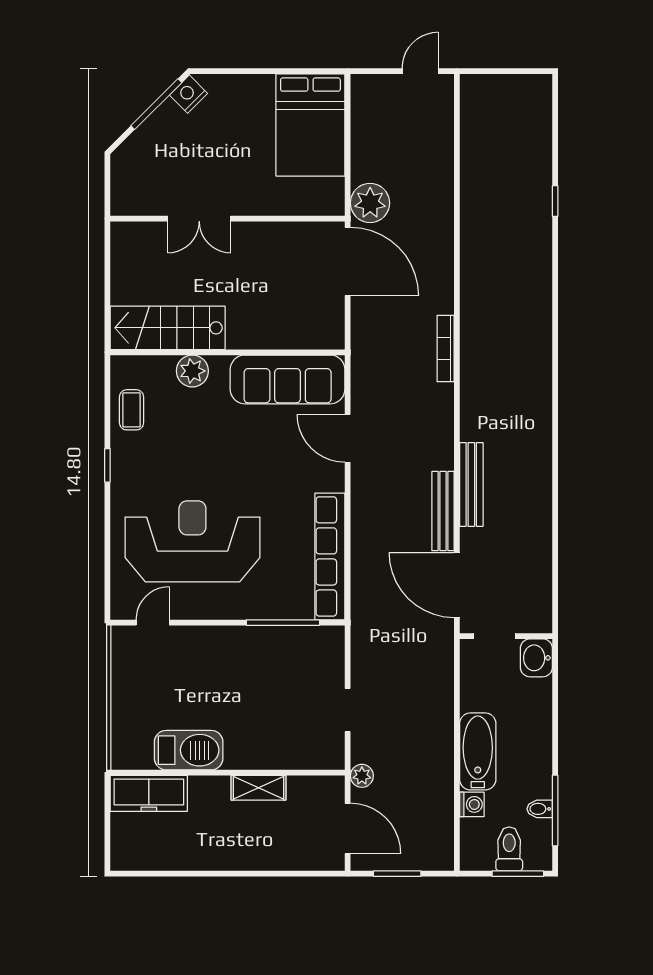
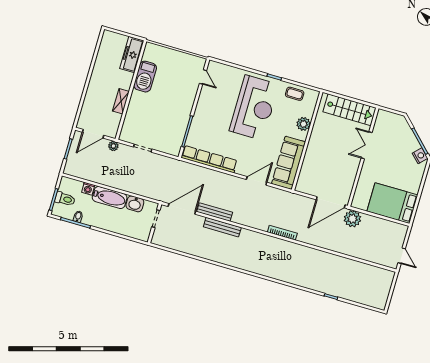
stairs: (168, 328) -> (349, 110), moved, turned 90
reception desk: (192, 541) -> (254, 108), moved
washbasin: (536, 658) -> (135, 204), moved, turned 180

